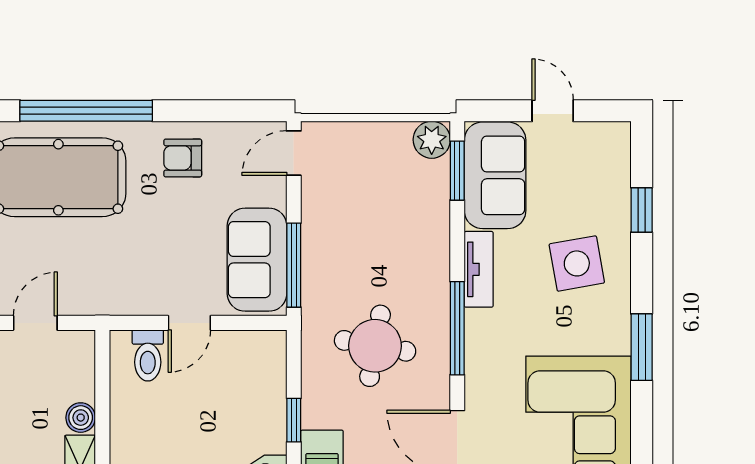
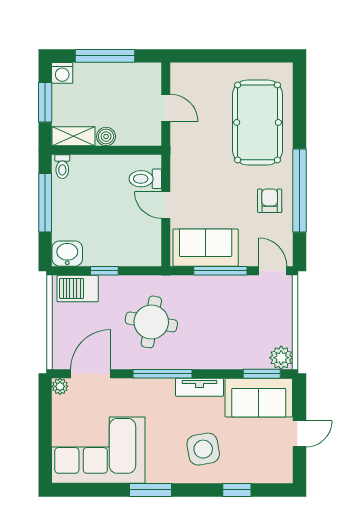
window: (86, 111) -> (299, 191), moved
window: (294, 265) -> (220, 271), moved

